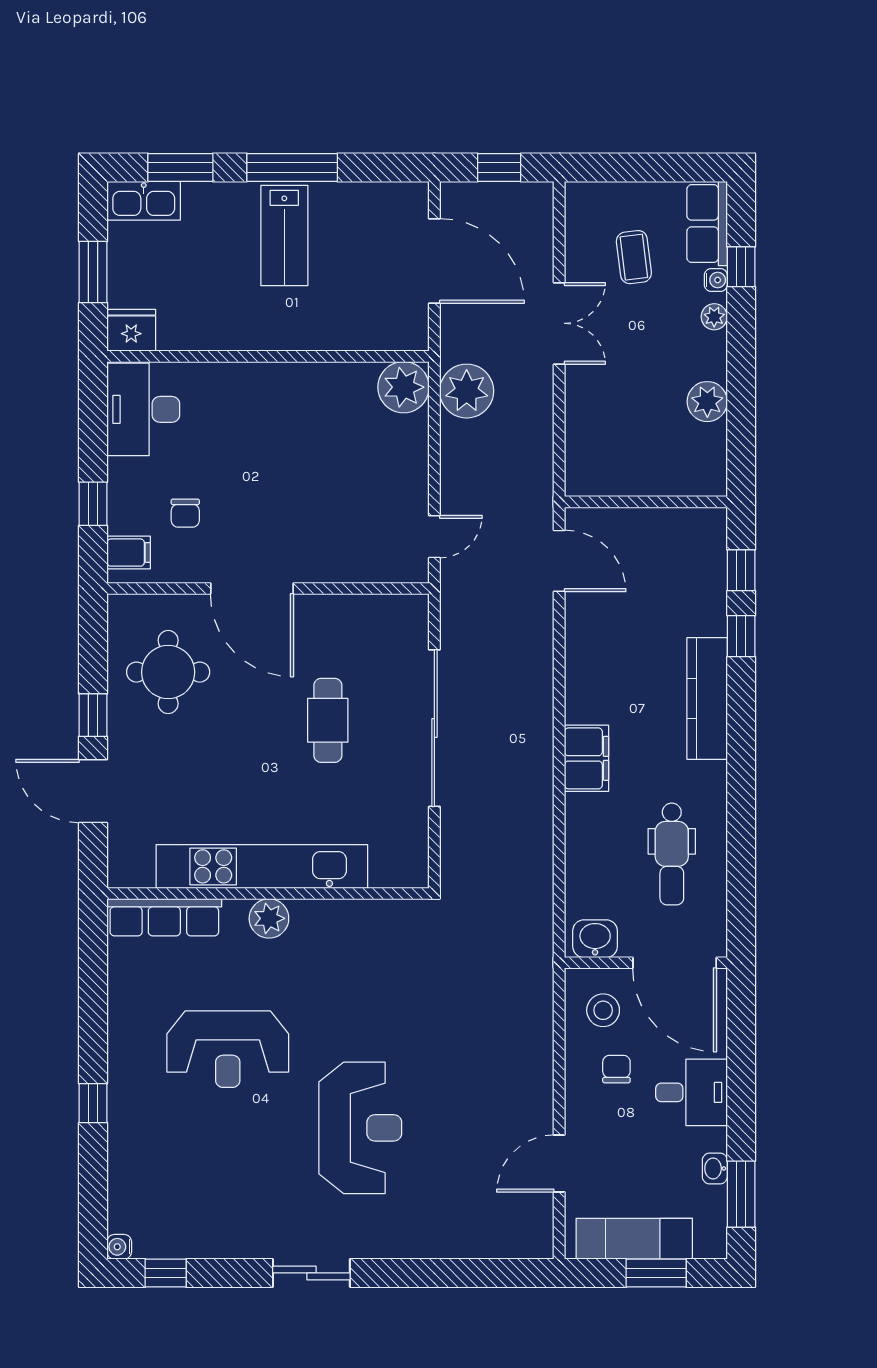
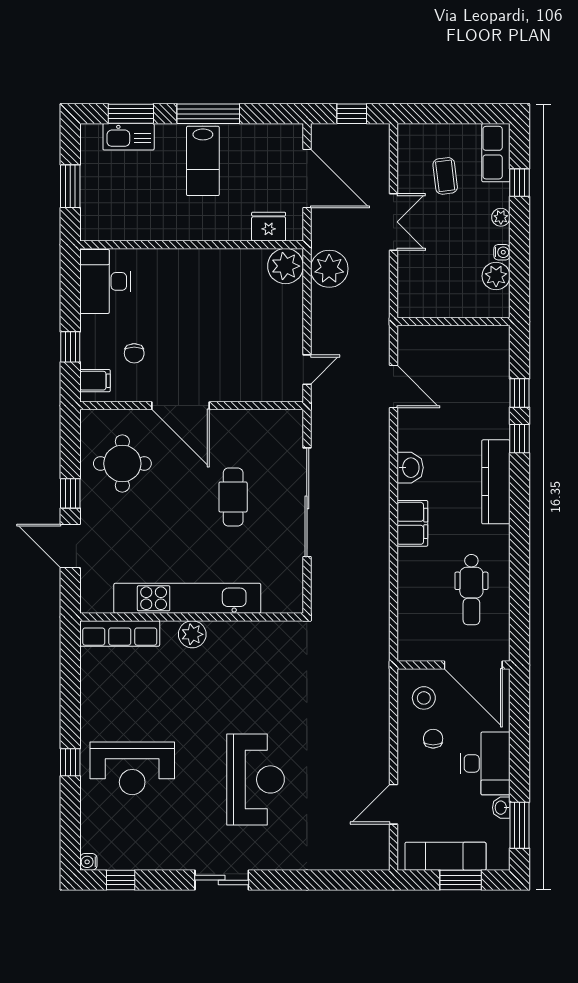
kitchen sink: (144, 201) -> (129, 137), moved
water cooler: (716, 280) -> (502, 252), moved
fridge: (131, 330) -> (269, 227), moved
wall: (646, 502) -> (453, 322), moved
washbasin: (595, 939) -> (410, 468), moved, turned 90
reception desk: (228, 1049) -> (132, 768), moved
desk: (691, 1092) -> (485, 763), width x1.37

